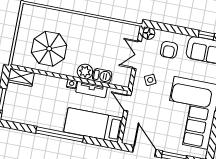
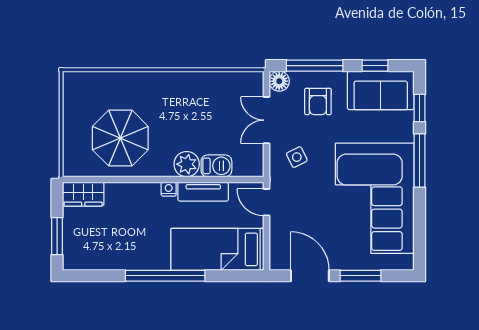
window: (171, 28) -> (315, 66), added

